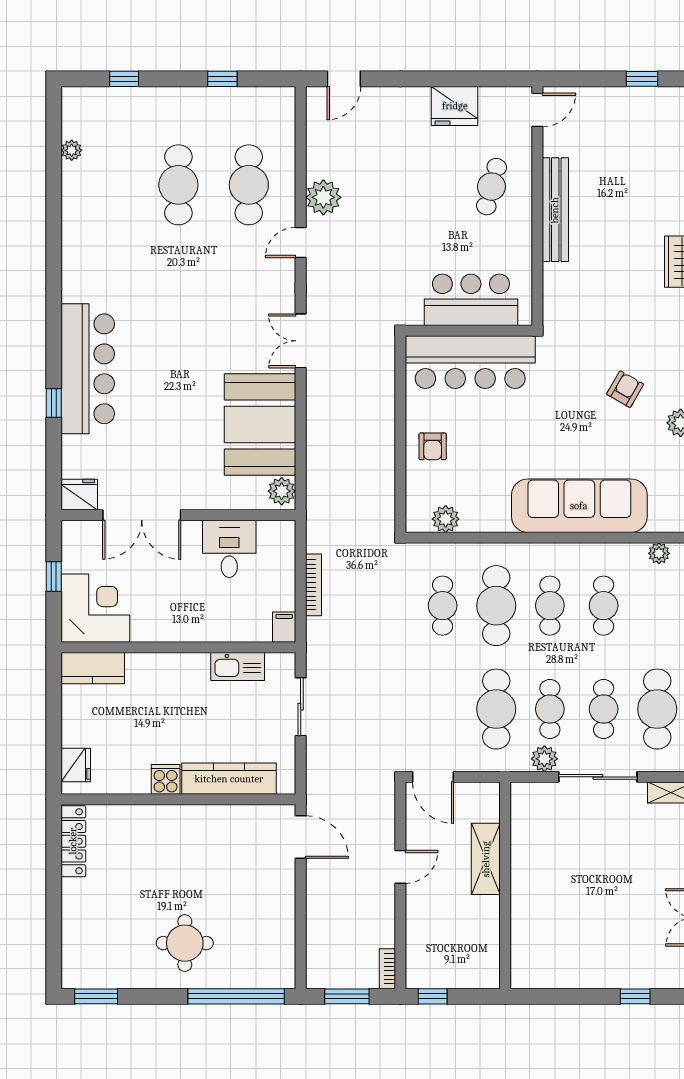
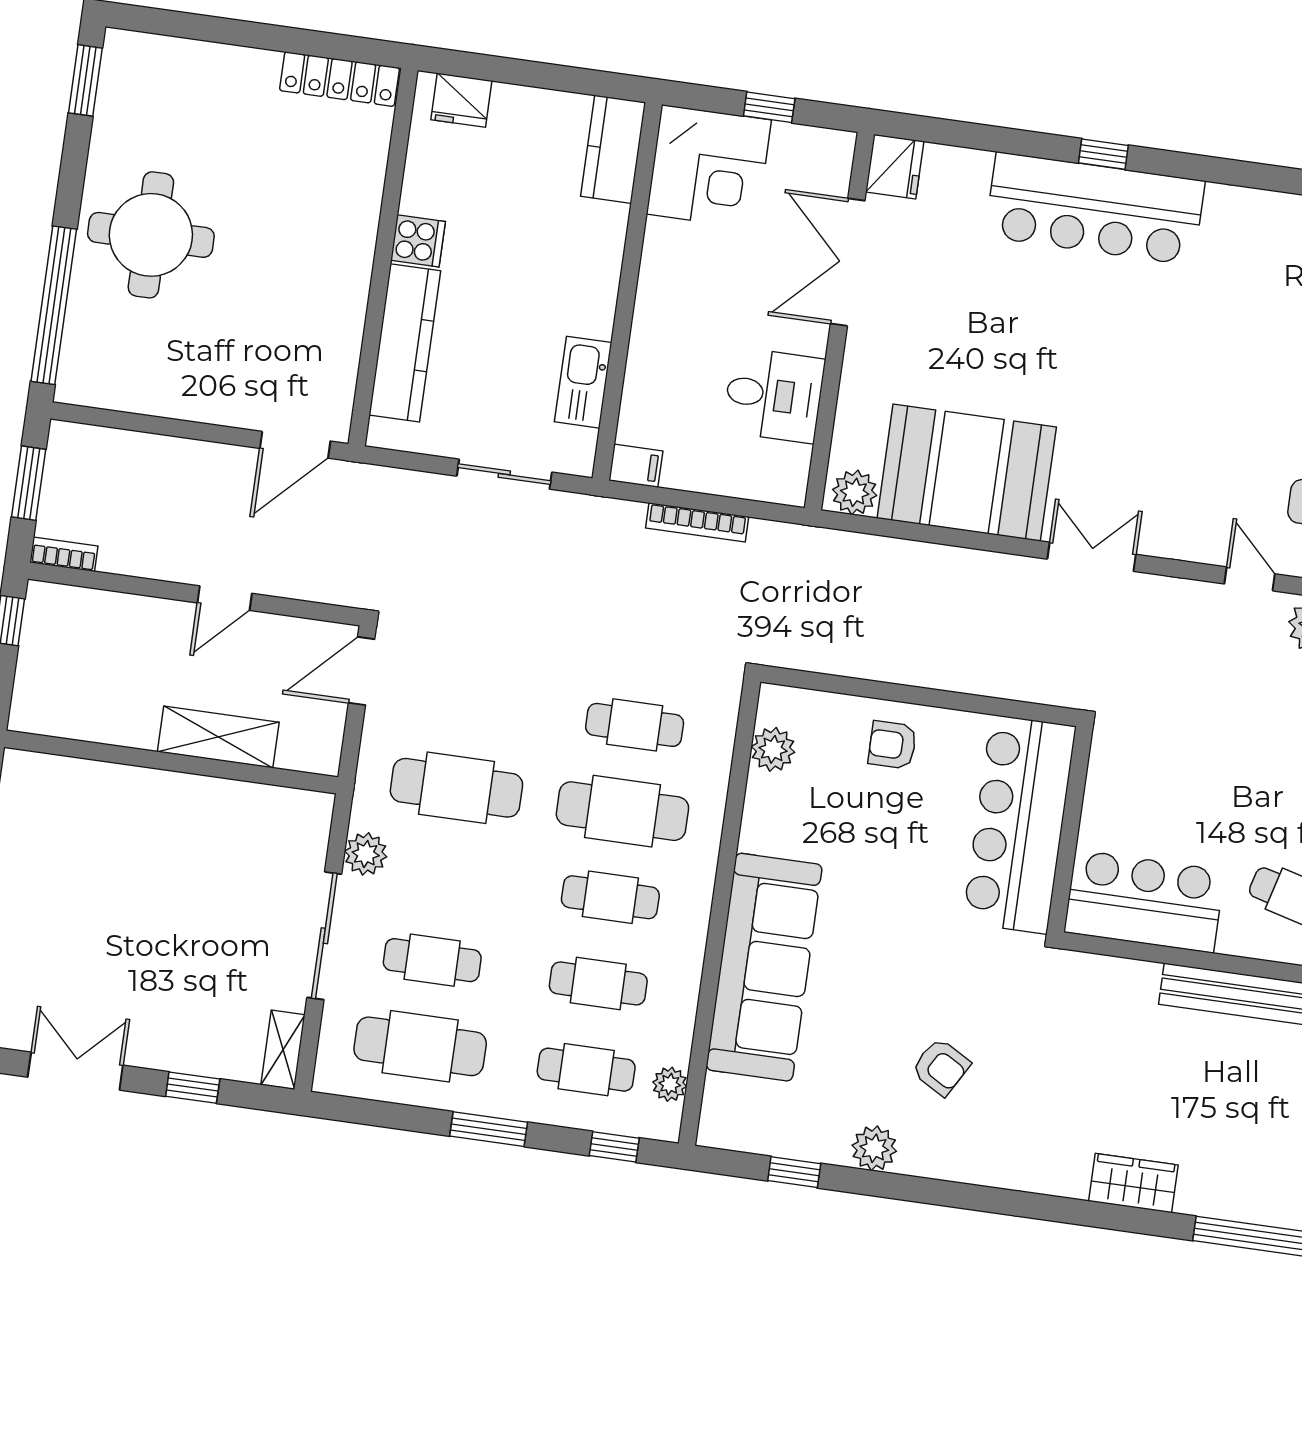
bar counter: (471, 300) -> (1144, 901), moved, turned -90
window: (54, 403) -> (1103, 154), moved
cafe table: (550, 709) -> (586, 1070), moved
door: (400, 867) -> (225, 598), hinge flipped
round table: (185, 943) -> (151, 235), width x1.36, depth x1.36

